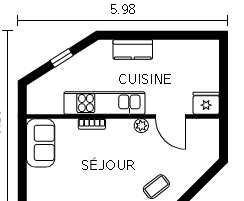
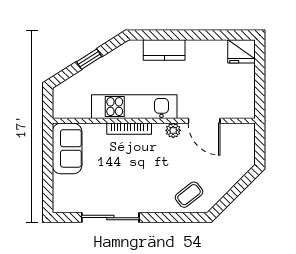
fridge: (206, 103) -> (241, 51), moved, turned 180
bookcase: (92, 124) -> (129, 129), width x1.56

